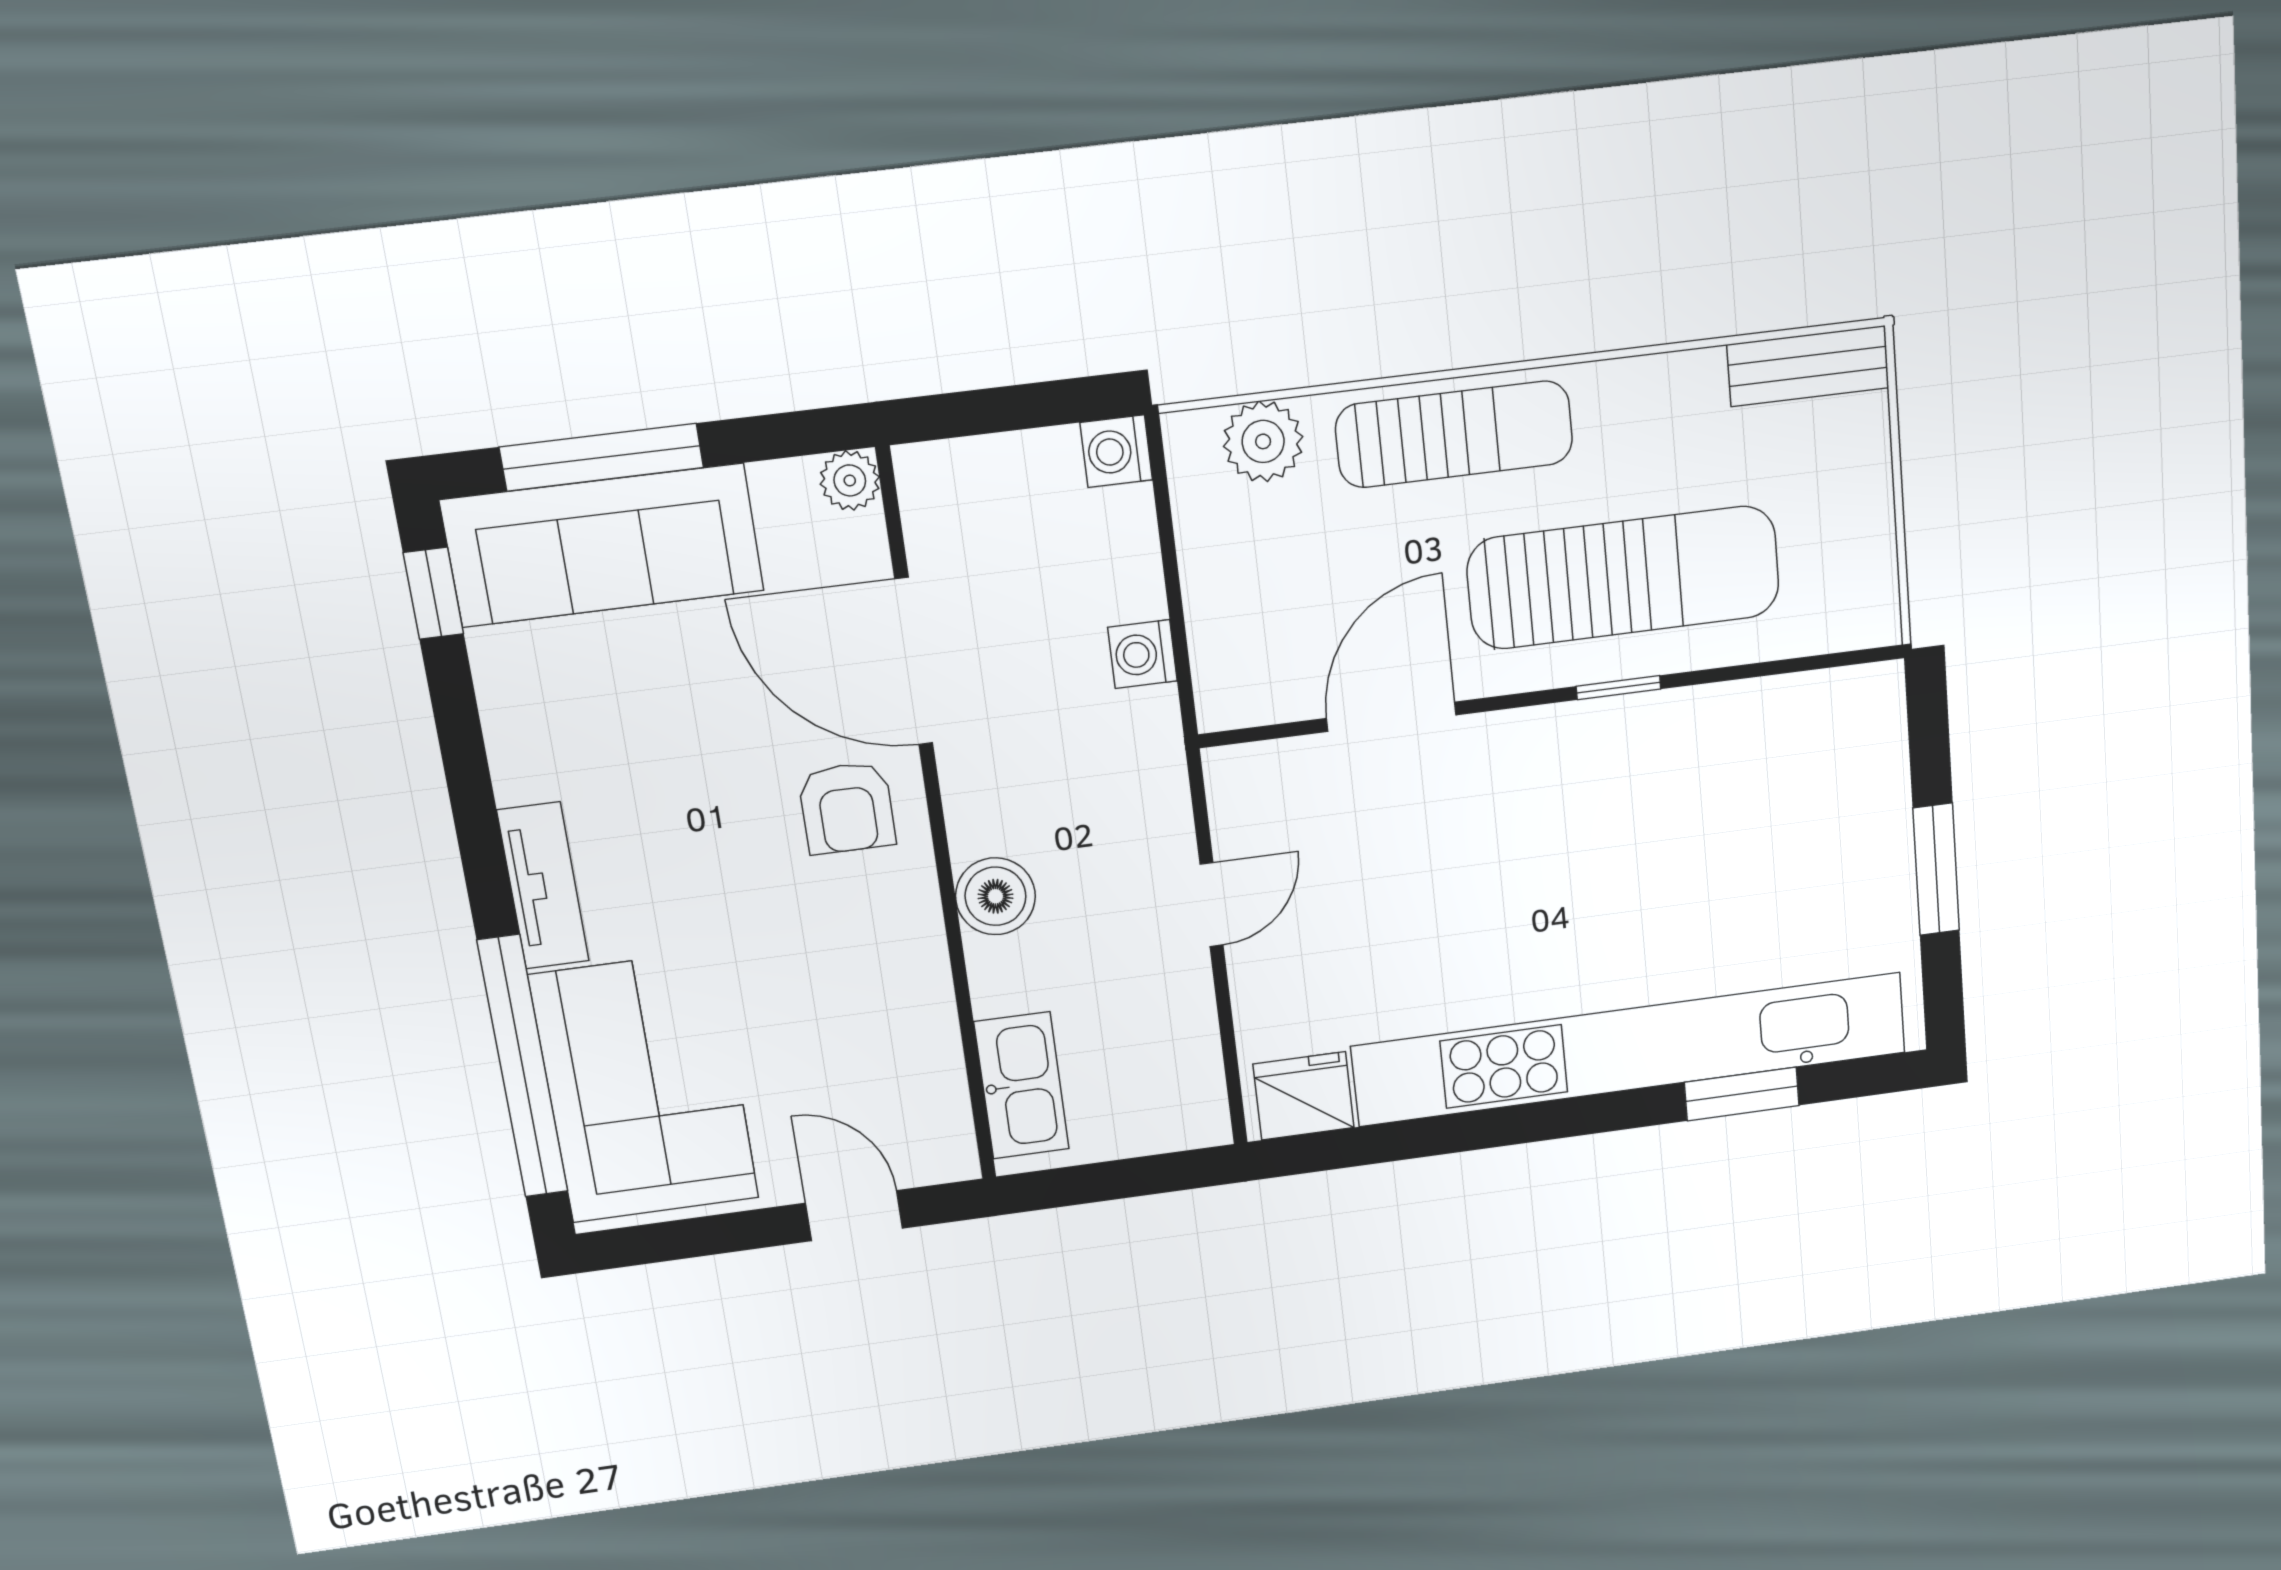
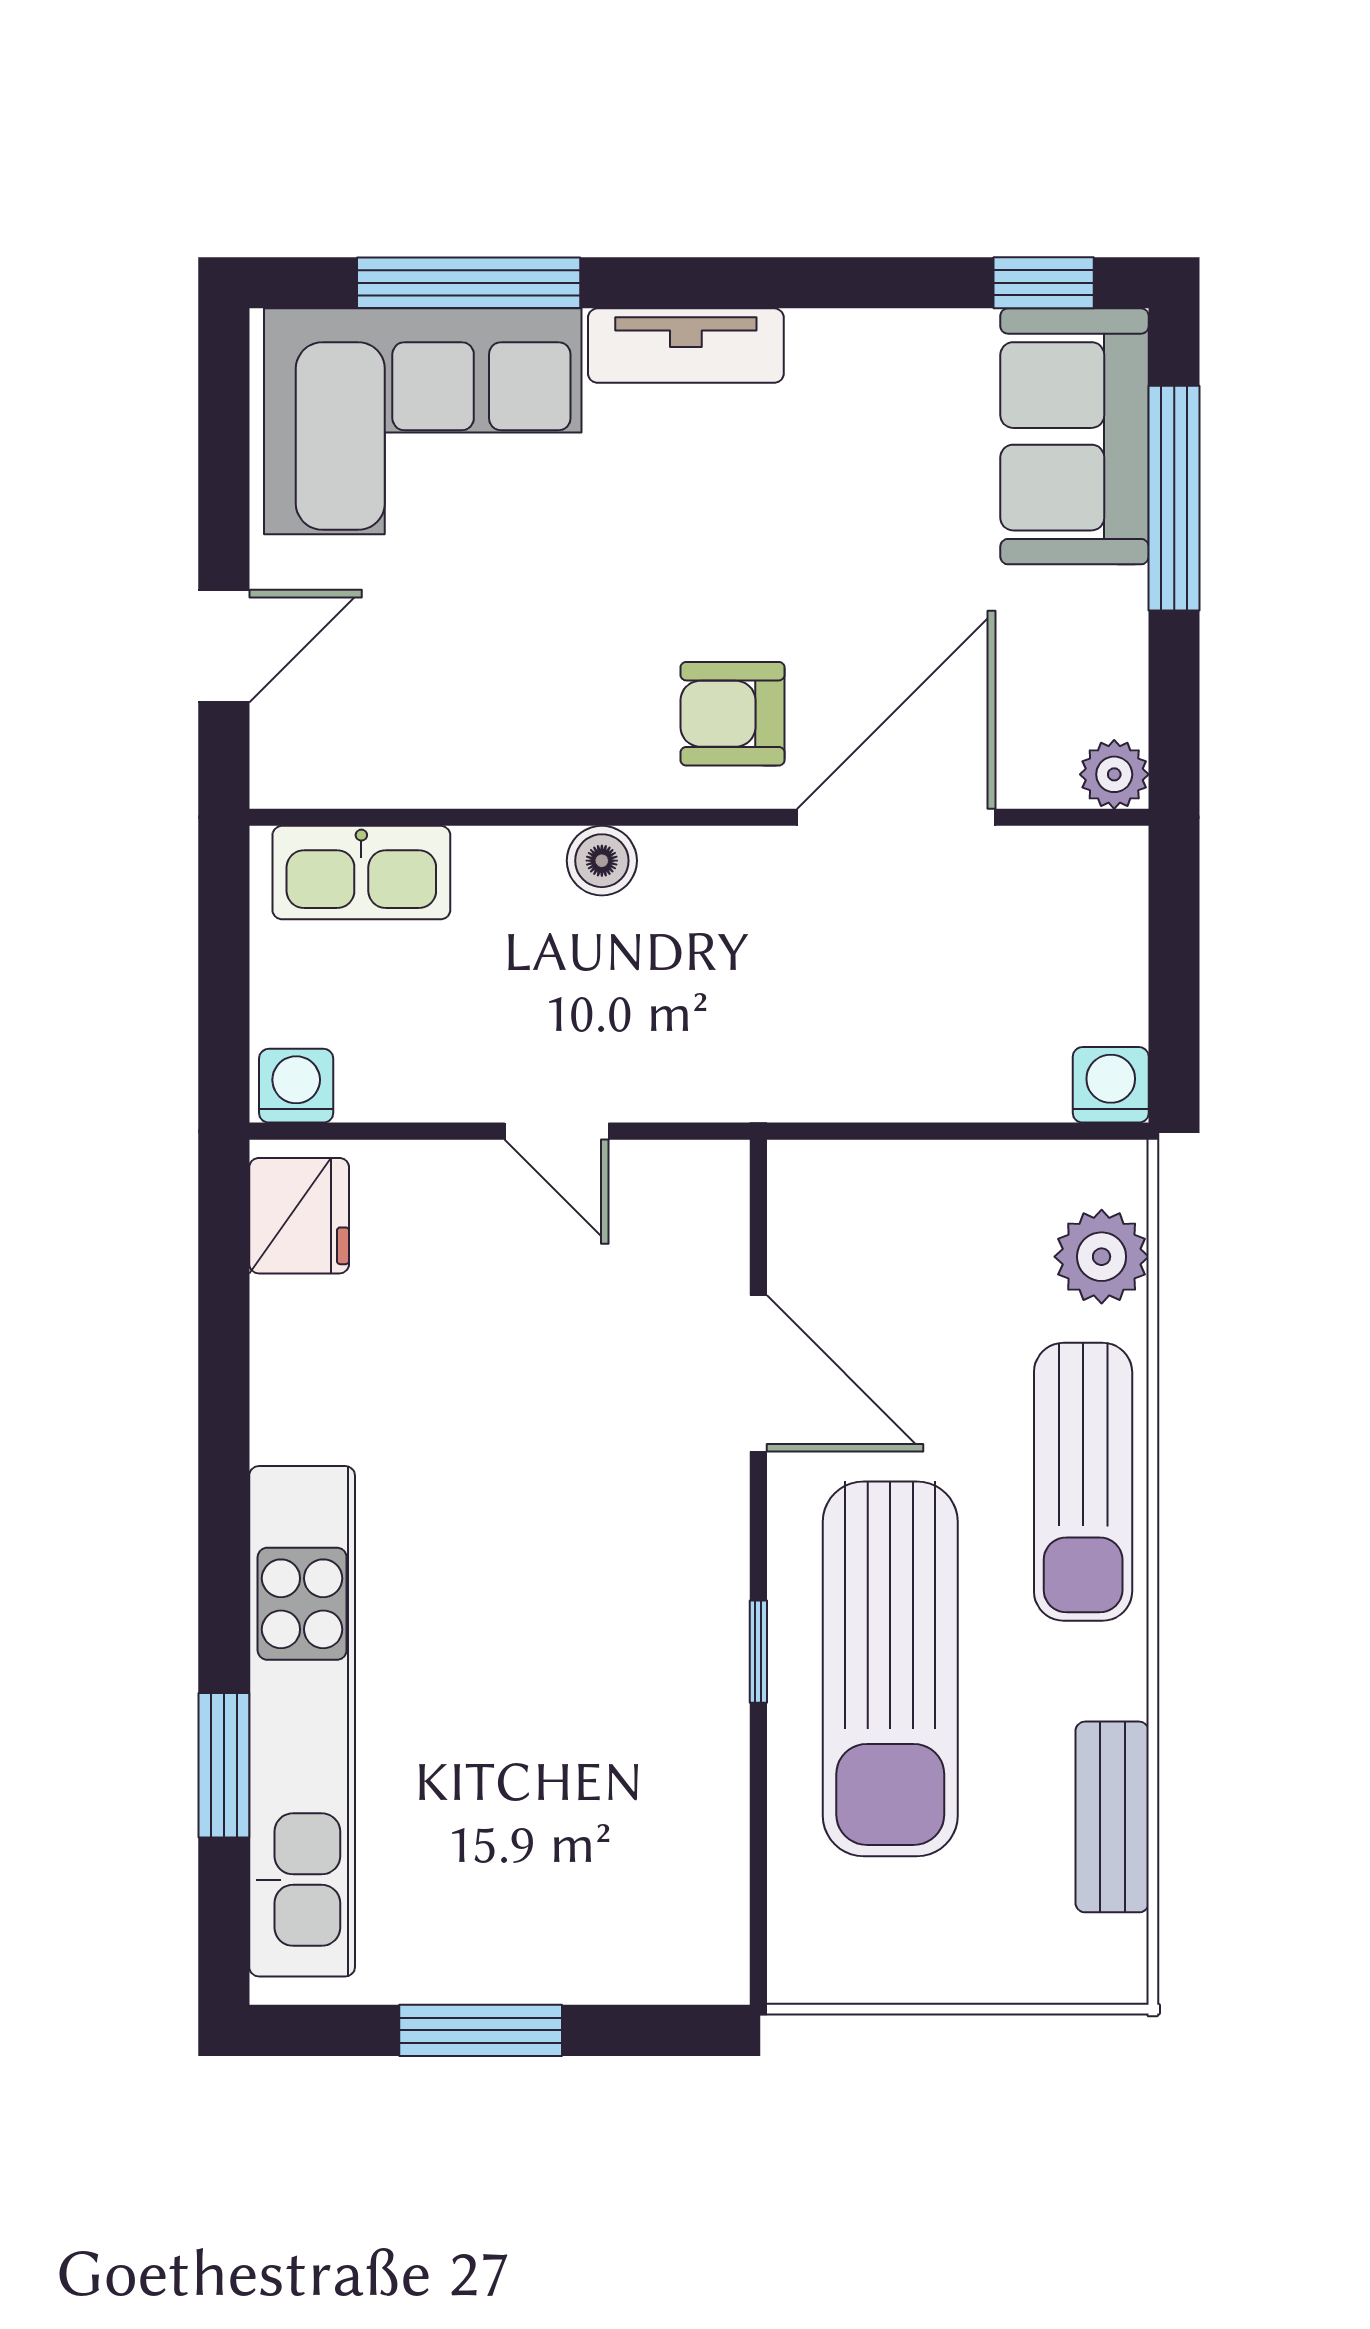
bench: (1808, 366) -> (1112, 1817), moved
sofa: (603, 545) -> (1075, 436), width x0.73
washing machine: (1142, 654) -> (296, 1086), moved
boiler: (995, 896) -> (602, 861), width x0.73, depth x0.73
kitchen unit: (1630, 1049) -> (302, 1721), width x0.73
window: (523, 1067) -> (469, 283), width x0.68

